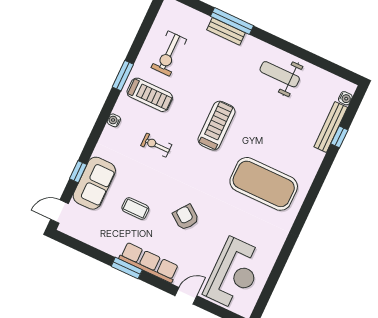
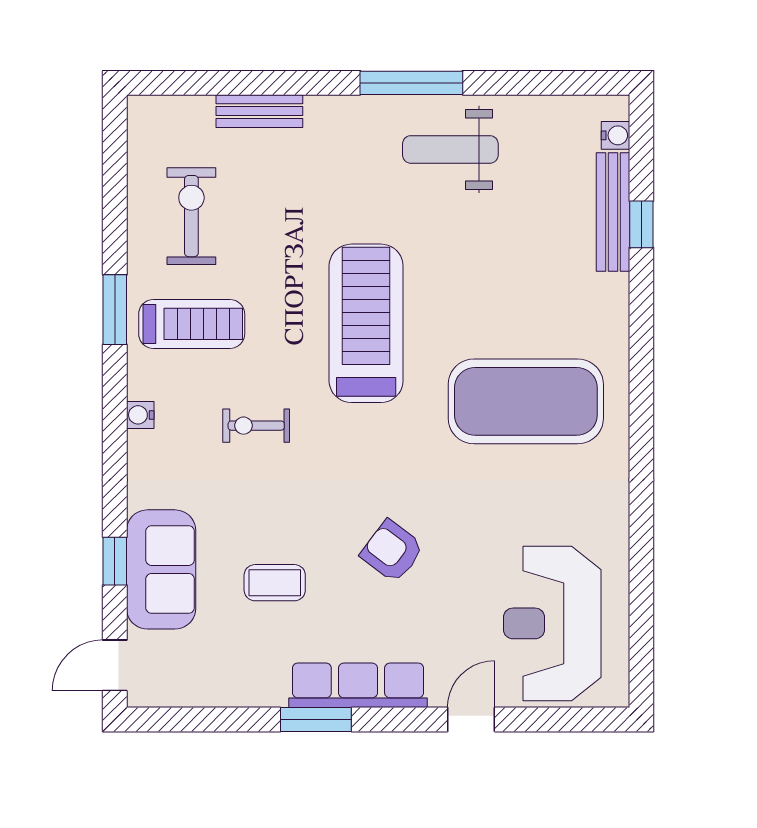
window: (232, 21) -> (411, 83), moved
bench: (226, 31) -> (259, 111), moved
exercise bike: (169, 54) -> (191, 216), turned 180
treadmill: (216, 126) -> (366, 323), width x1.37, depth x1.38
reception desk: (234, 273) -> (552, 623), turned 180

